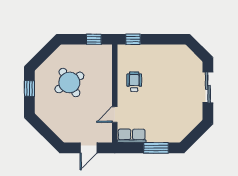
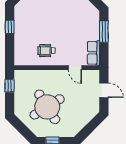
window: (133, 39) -> (10, 27), moved
round table: (69, 82) -> (47, 107), width x1.36, depth x1.36

